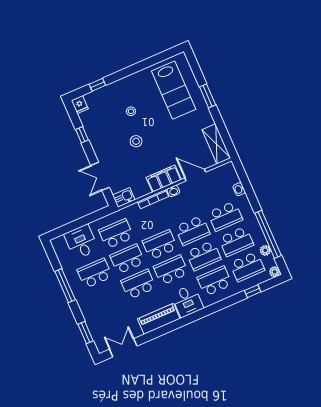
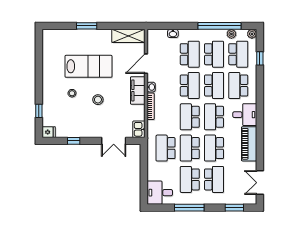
lab bench: (174, 90) -> (88, 66), moved
desk: (81, 242) -> (160, 193), moved
school desk: (106, 298) -> (214, 179), added

